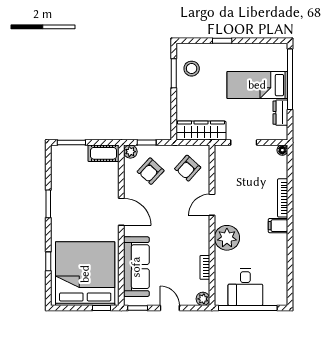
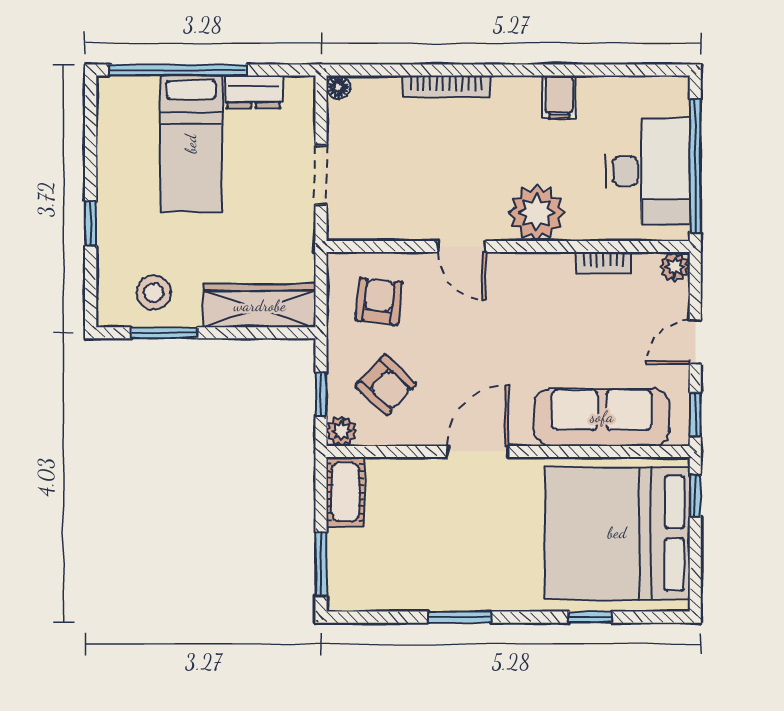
wardrobe: (201, 131) -> (260, 306), moved, turned 90
armchair: (188, 168) -> (379, 301), turned -126
filing cabinet: (278, 226) -> (559, 97), moved
desk: (245, 287) -> (648, 171), width x1.37

